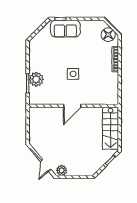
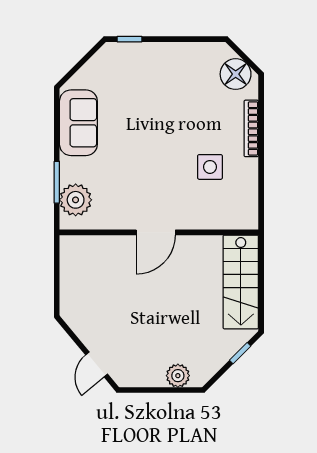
sofa: (65, 29) -> (78, 123), moved, turned -90
side table: (73, 74) -> (210, 167), moved
plant: (36, 79) -> (76, 200), moved
plant: (62, 170) -> (178, 376), moved

